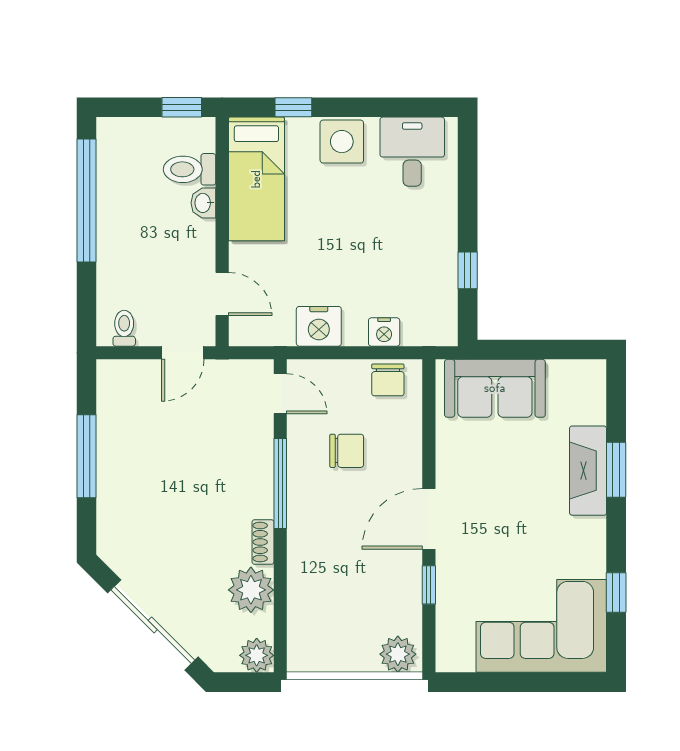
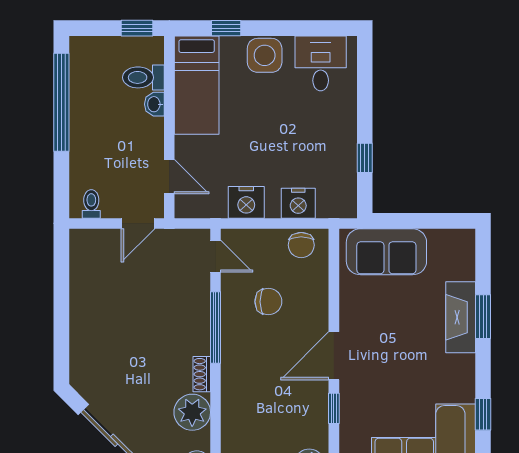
nightstand: (384, 332) -> (298, 203), width x1.36, depth x1.33
window: (87, 456) -> (61, 306), removed

